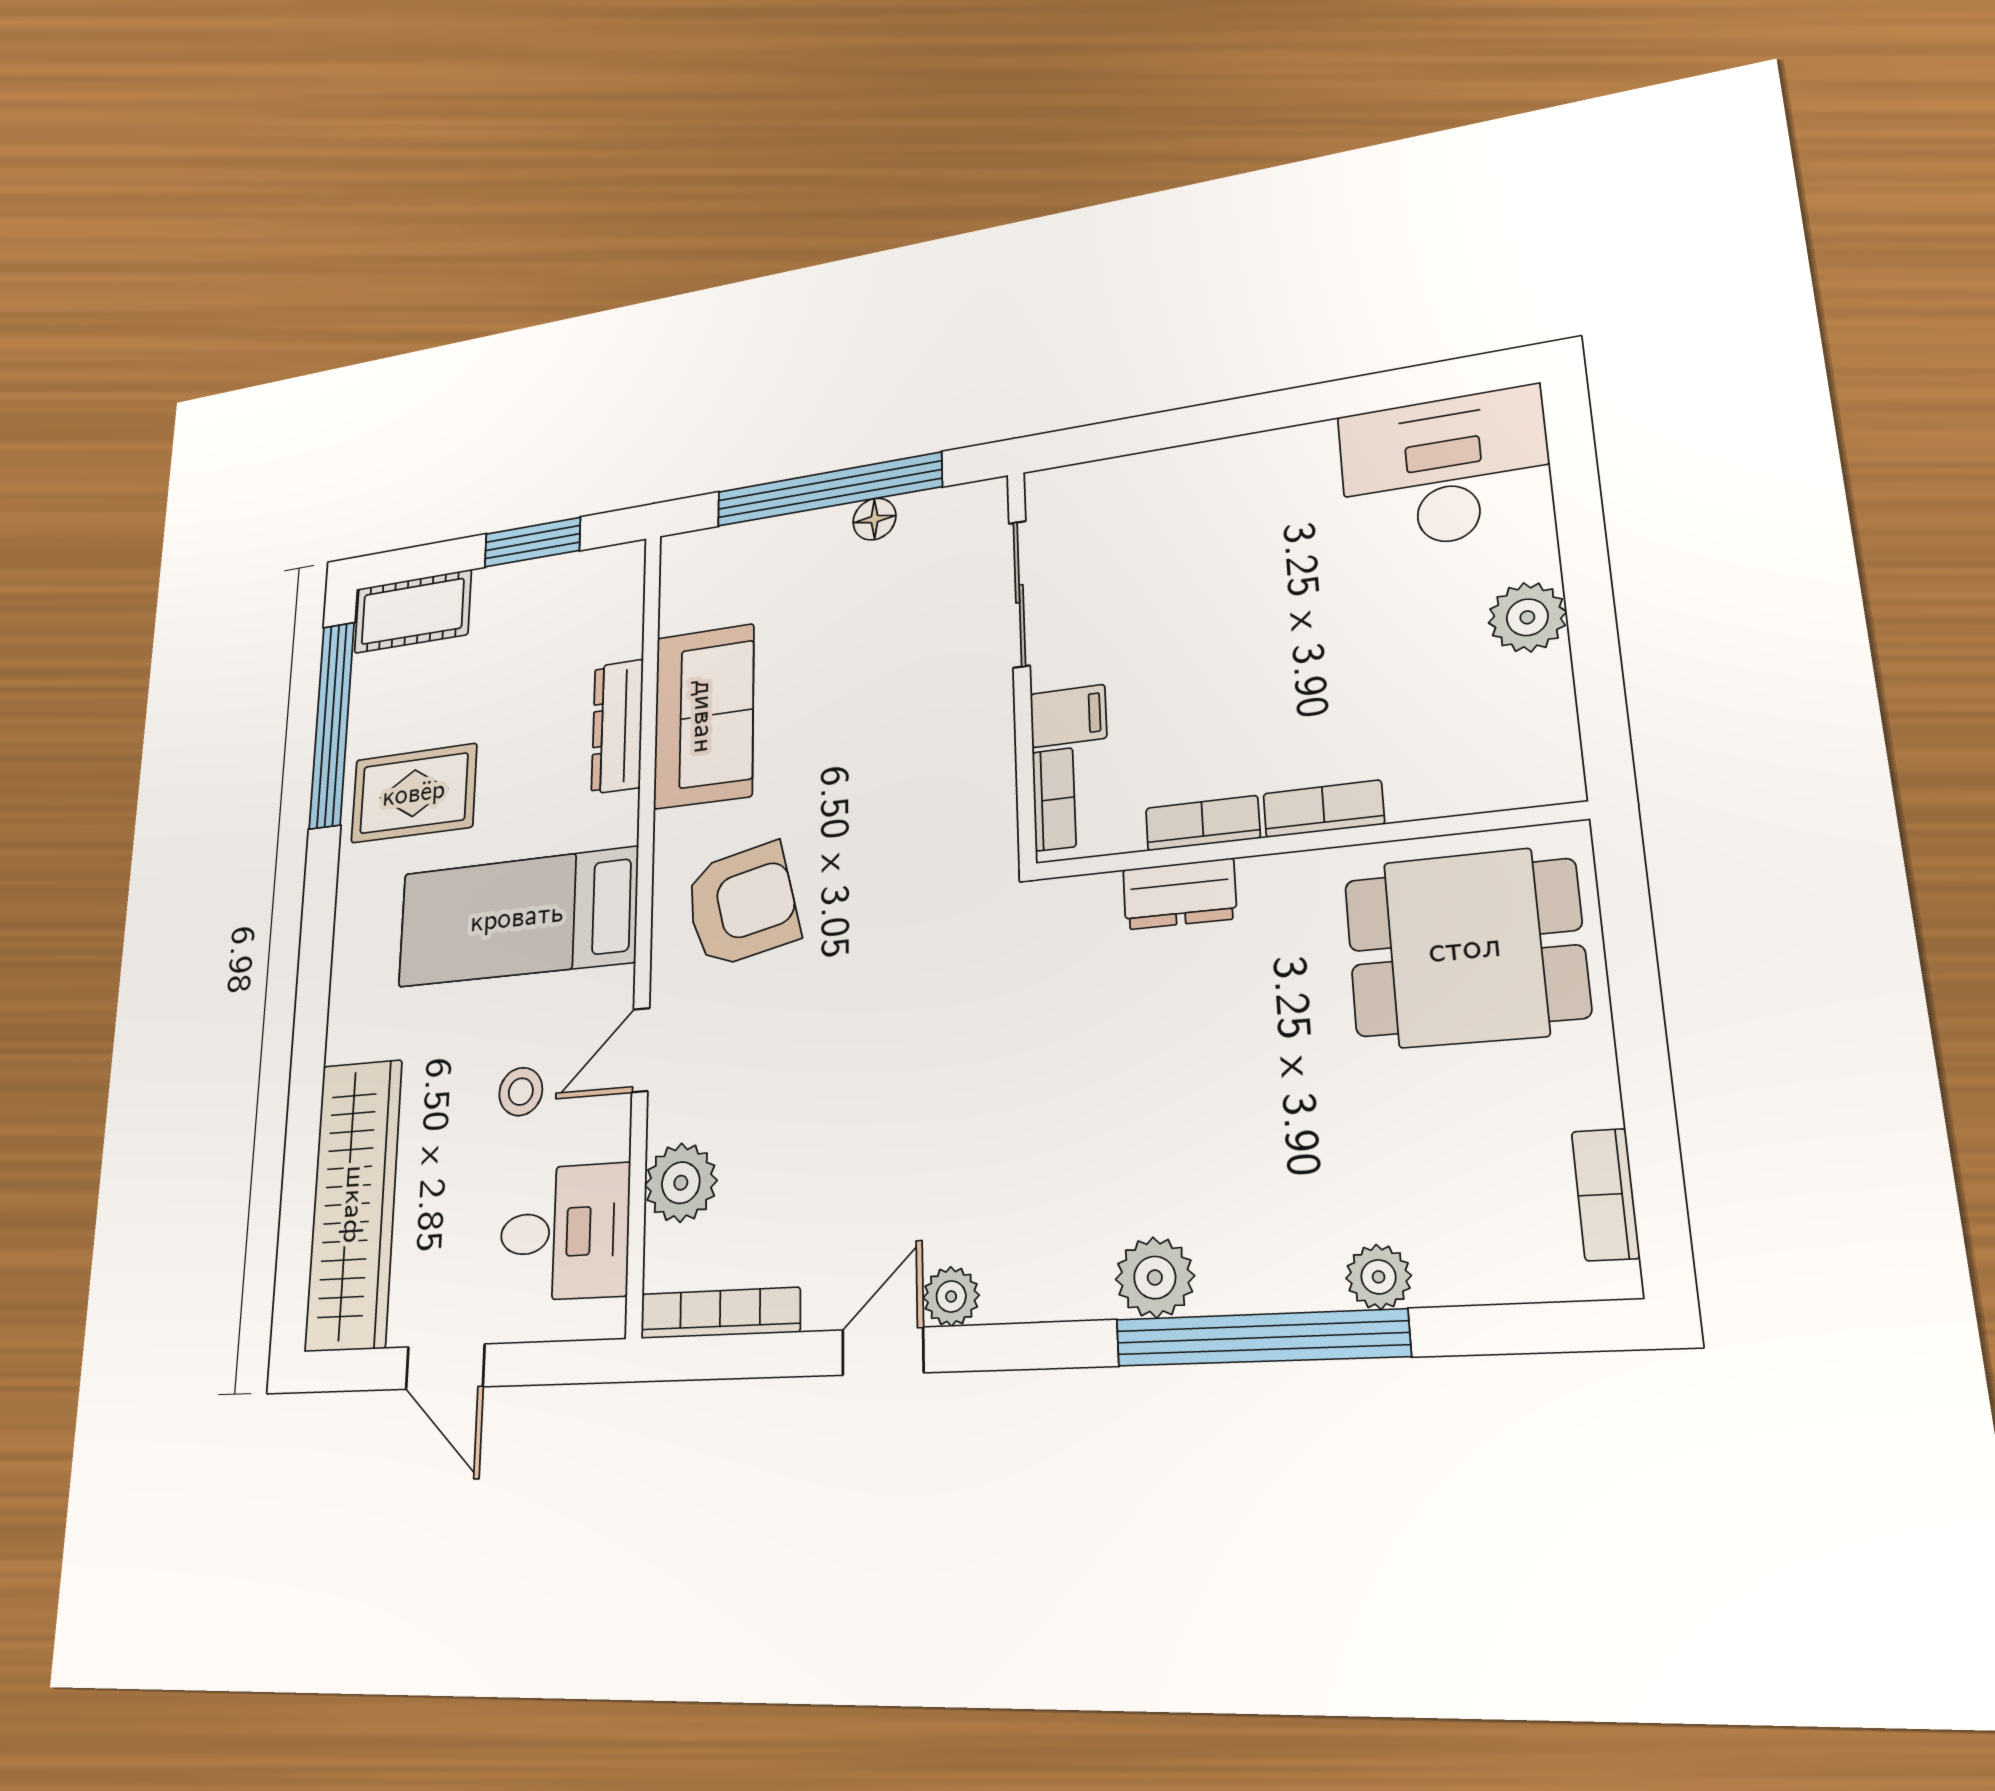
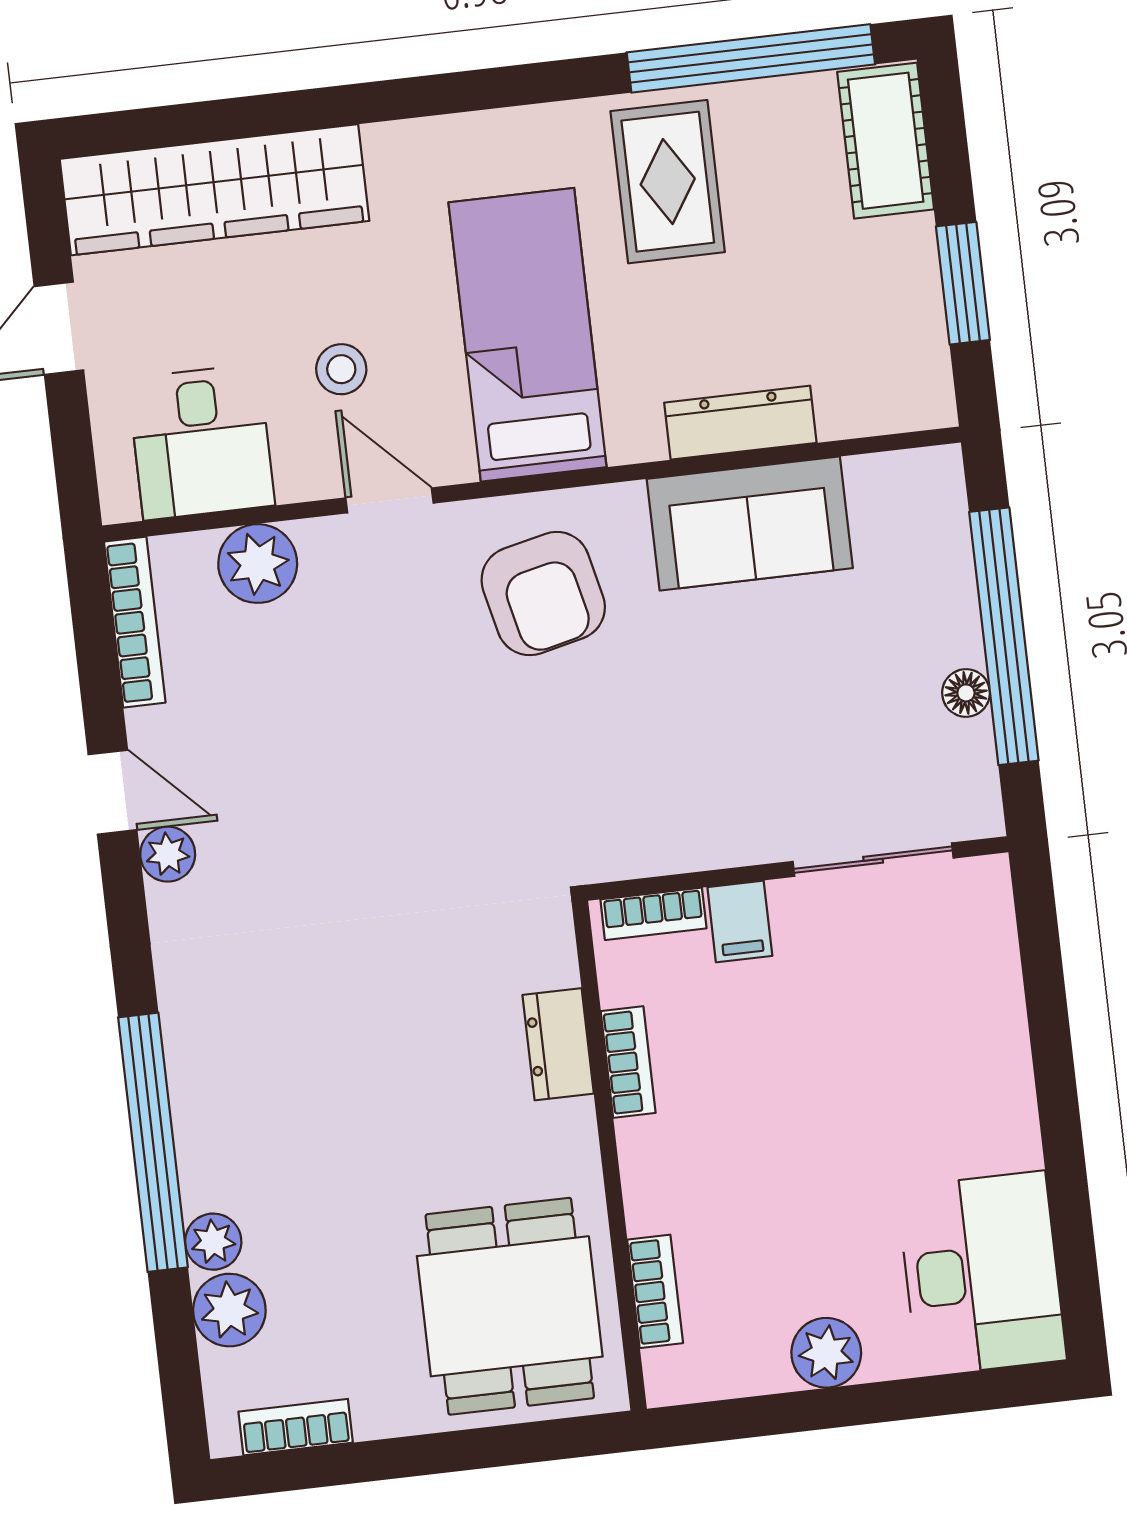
bookcase: (1323, 809) -> (655, 1291), moved
plant: (1155, 1278) -> (229, 1310), moved

